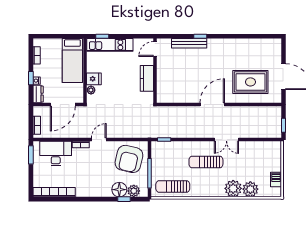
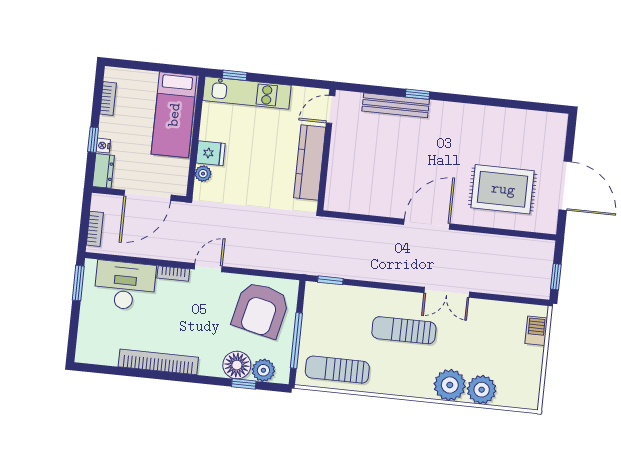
kitchen counter: (147, 78) -> (310, 163), width x1.50
barbecue: (276, 180) -> (536, 331), moved
bookcase: (54, 192) -> (158, 362), moved

